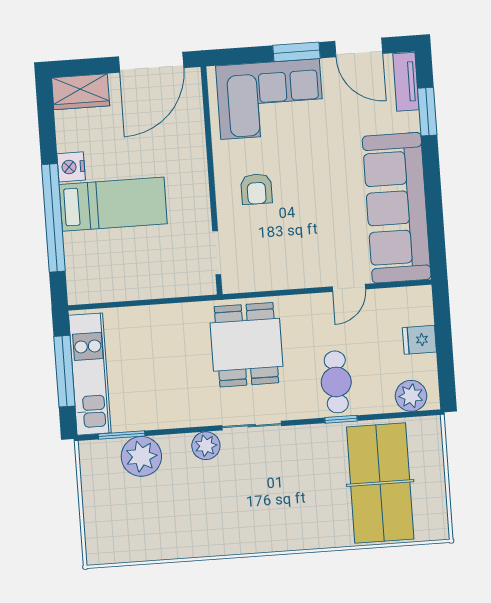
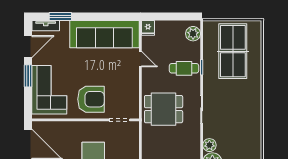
armchair: (256, 189) -> (91, 99), width x1.88, depth x1.88
fridge: (419, 340) -> (148, 28), moved
plant: (206, 446) -> (209, 145), moved
table tennis table: (380, 483) -> (233, 51), turned 90

